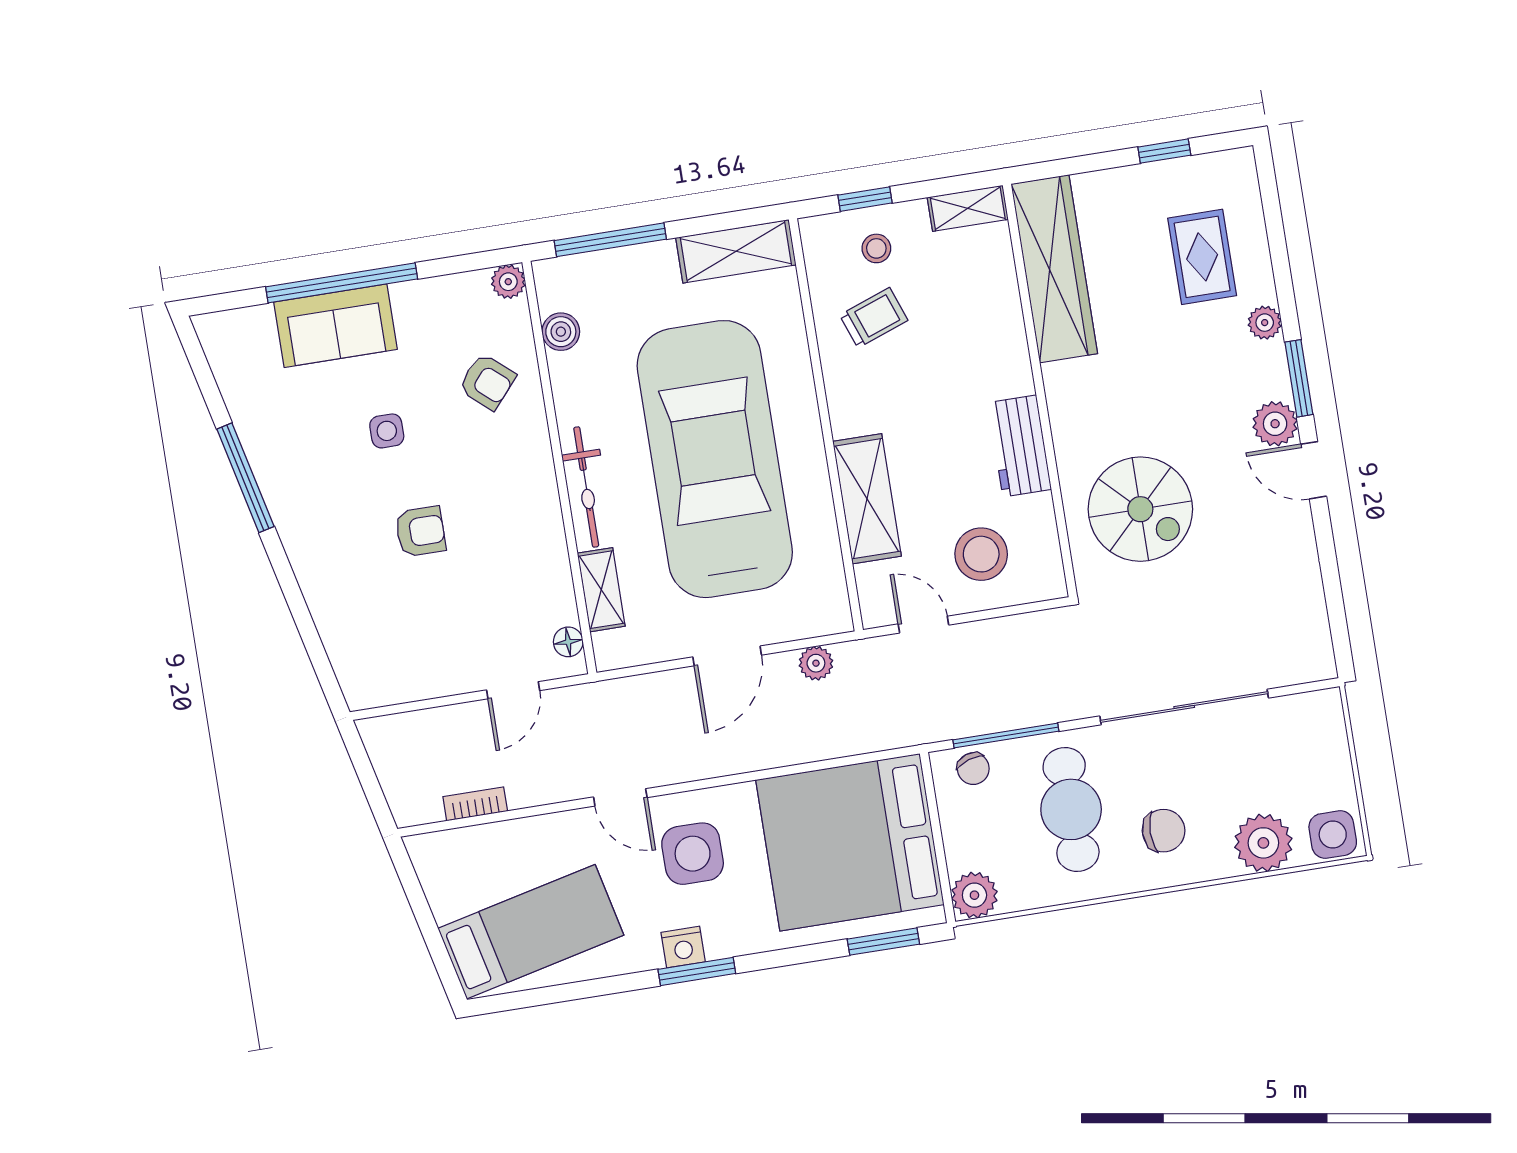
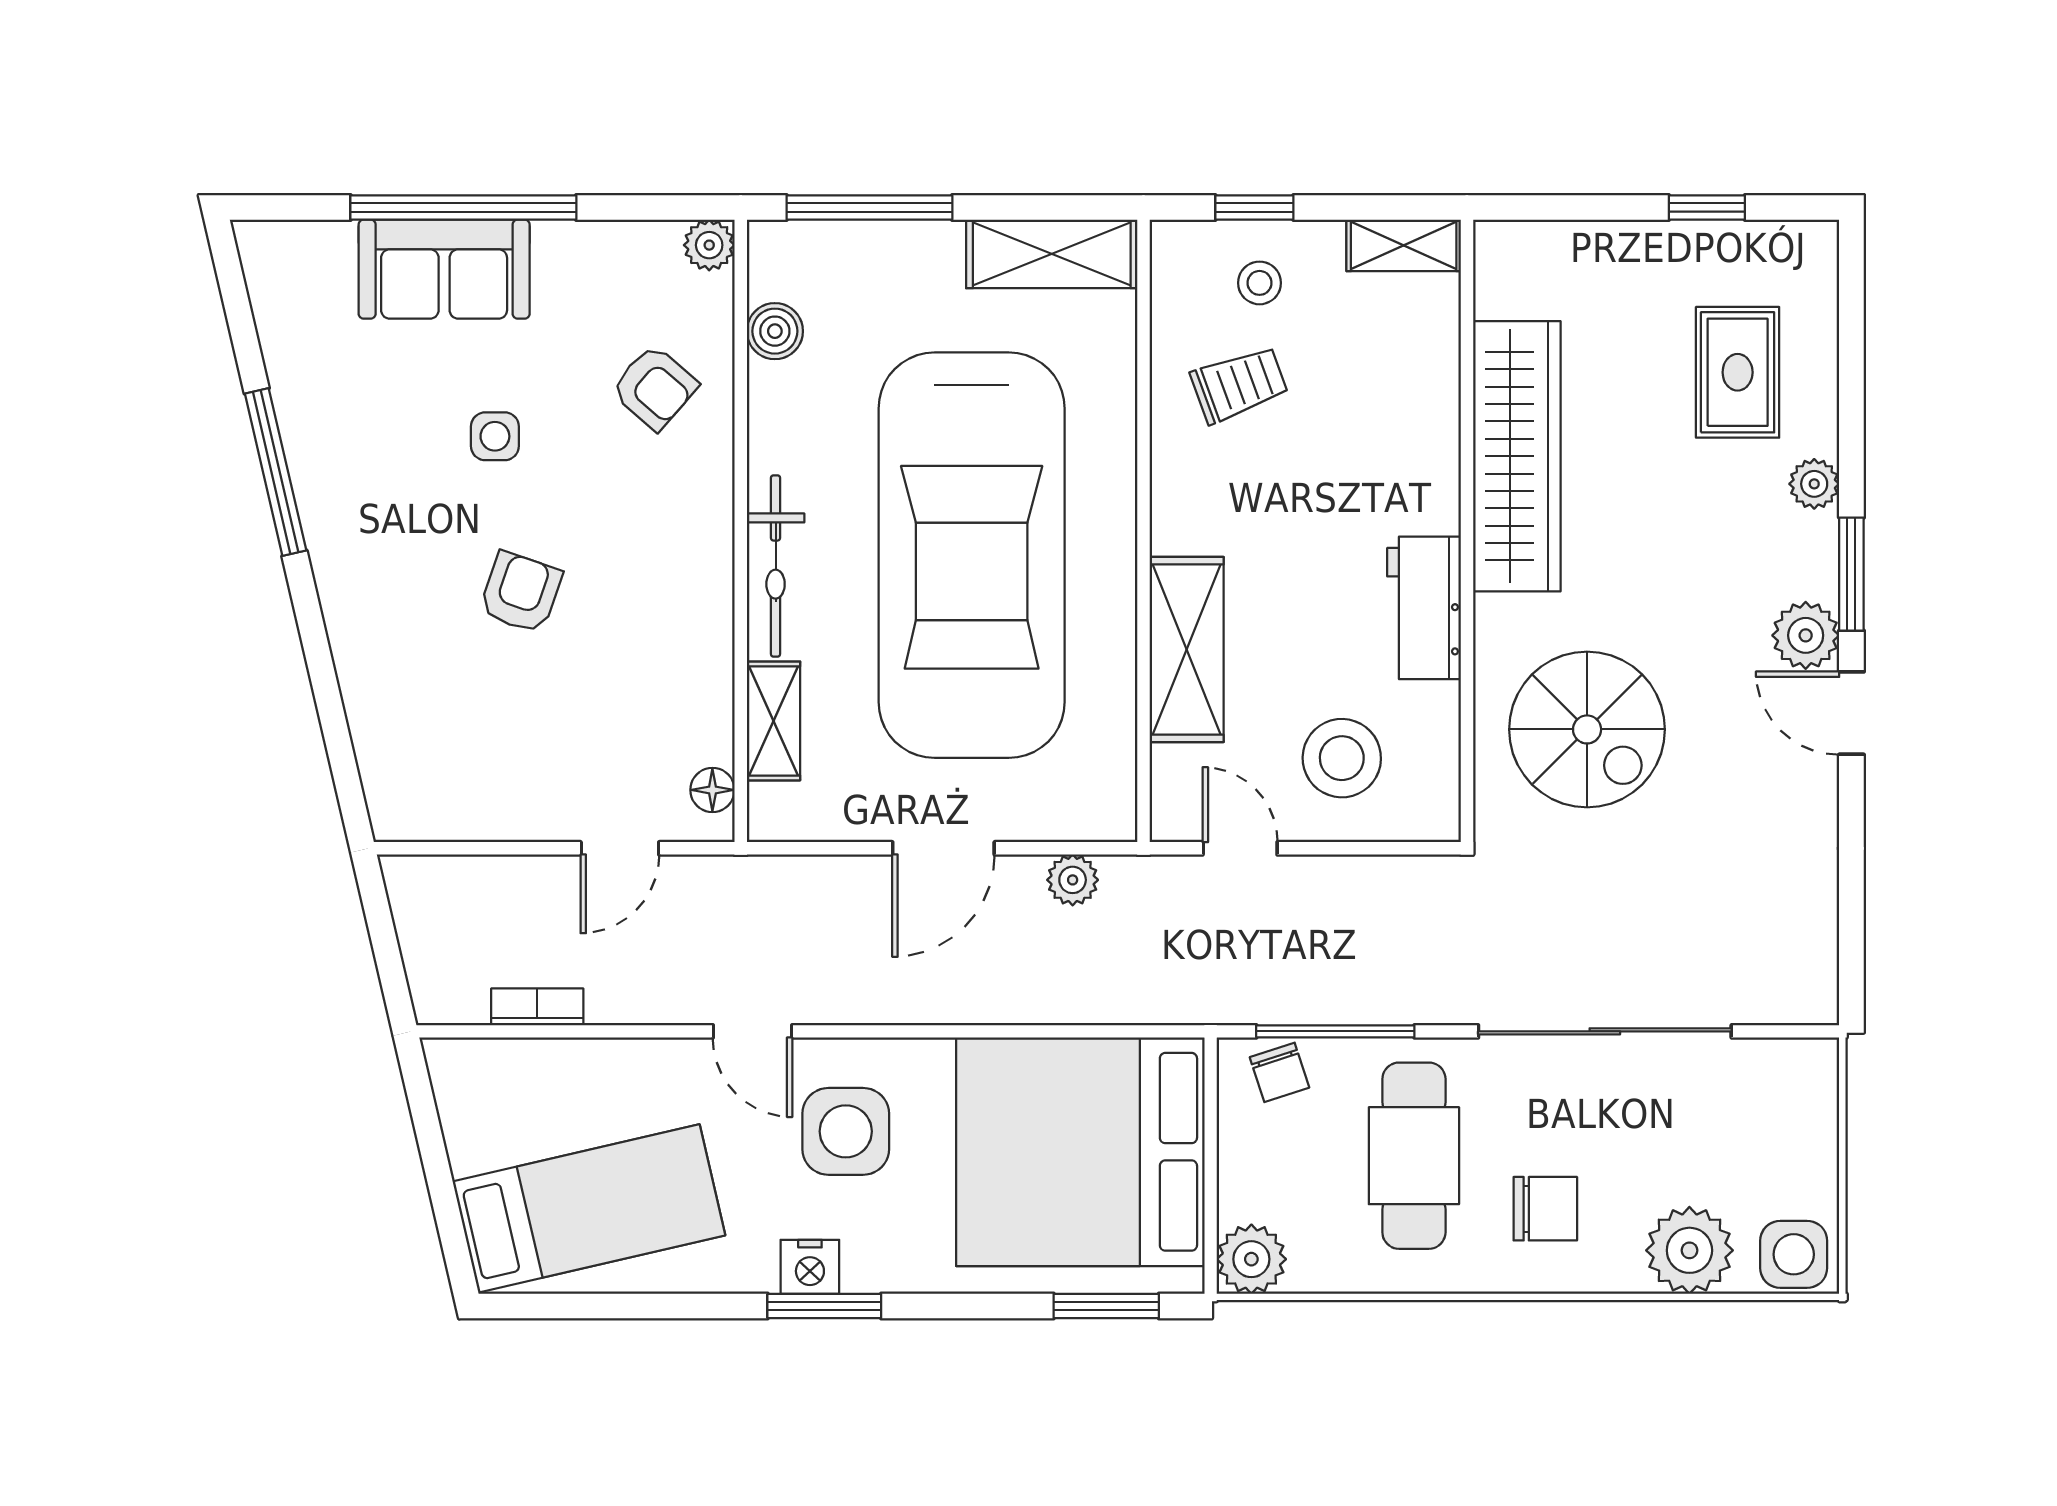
wardrobe: (1054, 269) -> (1517, 456), moved
car: (715, 459) -> (972, 555), turned 180
armchair: (420, 531) -> (521, 592), turned -71

